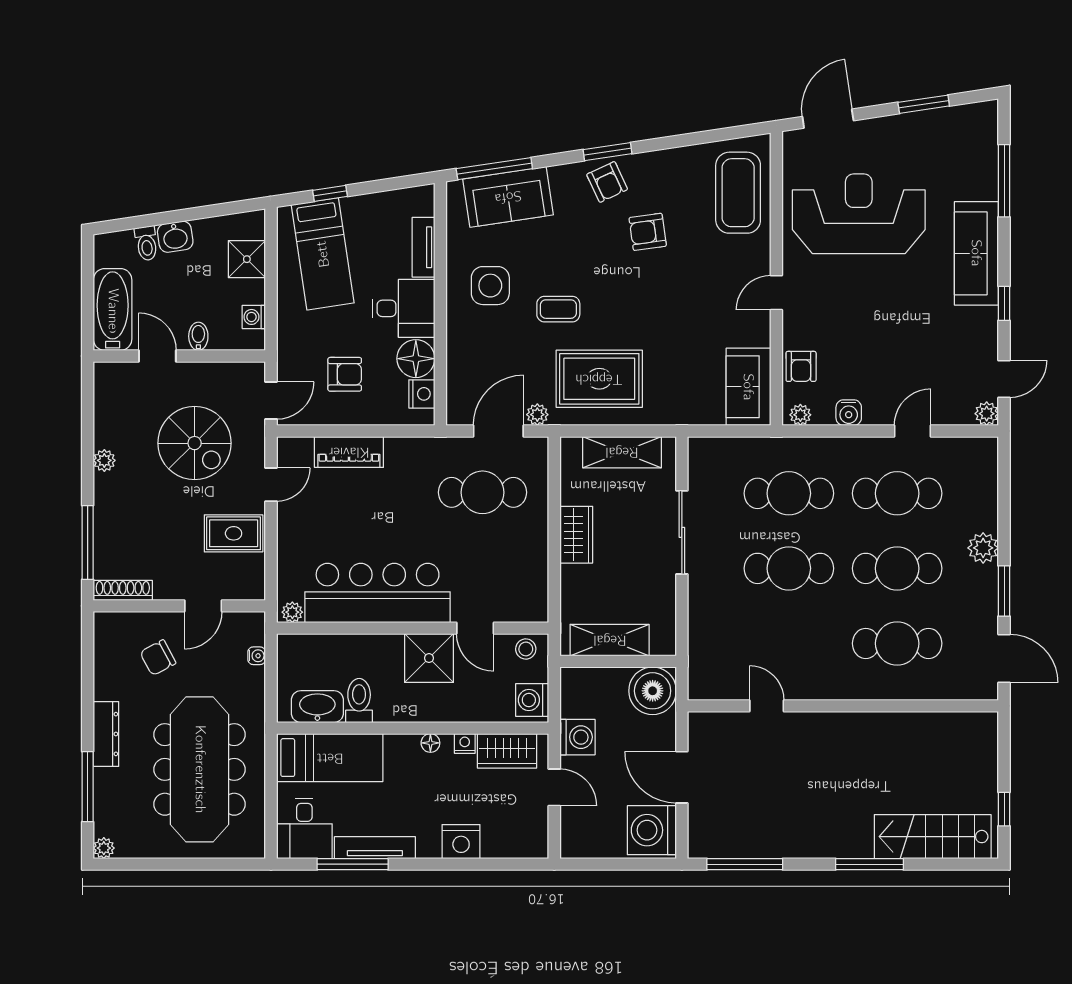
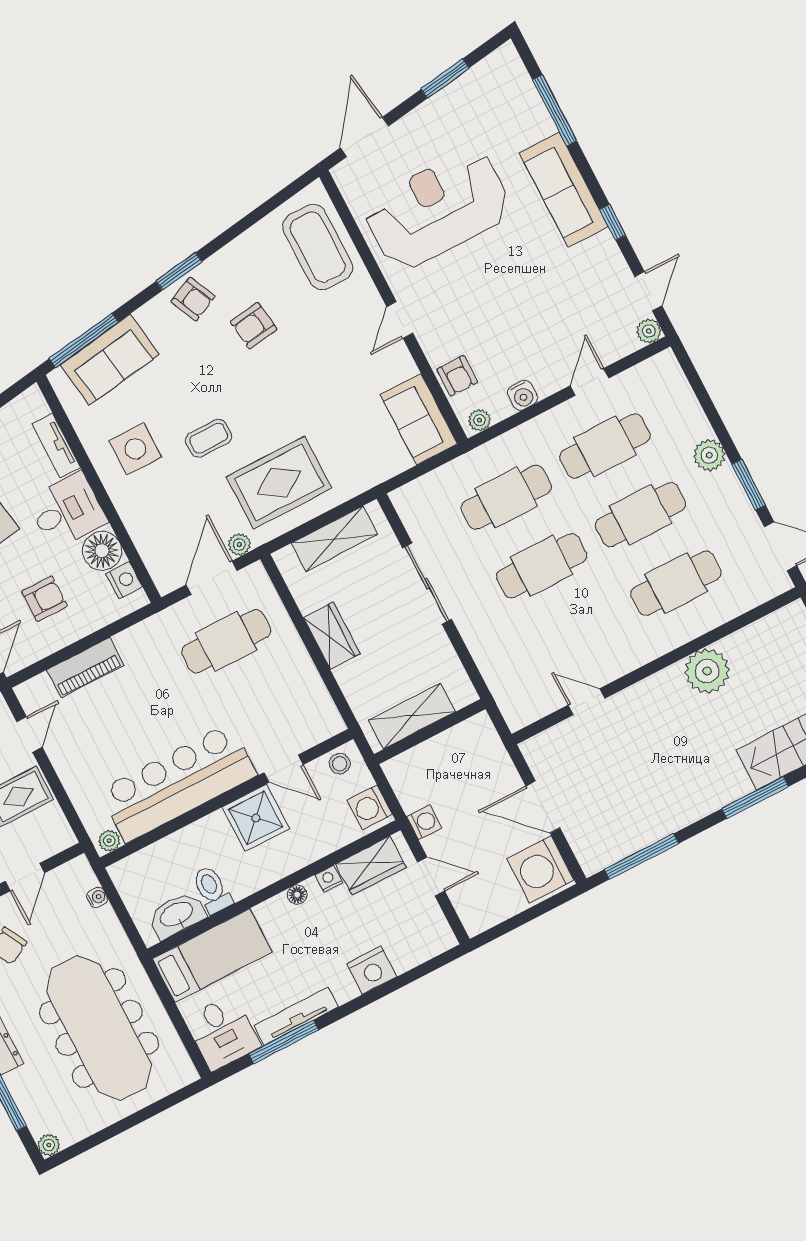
boiler: (653, 691) -> (475, 742), removed
plant: (885, 733) -> (707, 671), added
washing machine: (577, 737) -> (424, 822), width x0.73, depth x0.73

